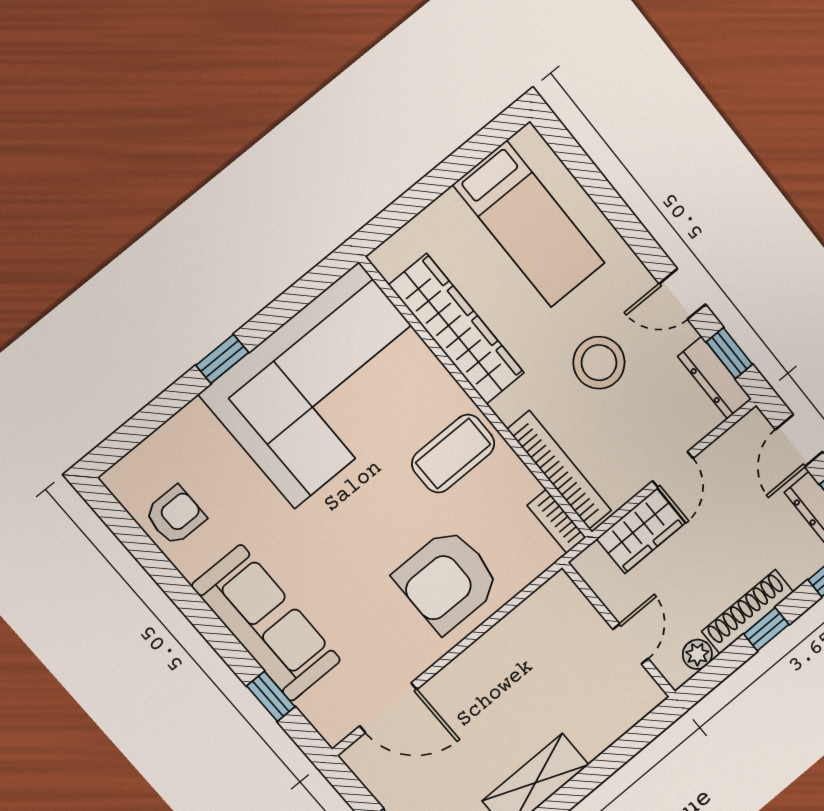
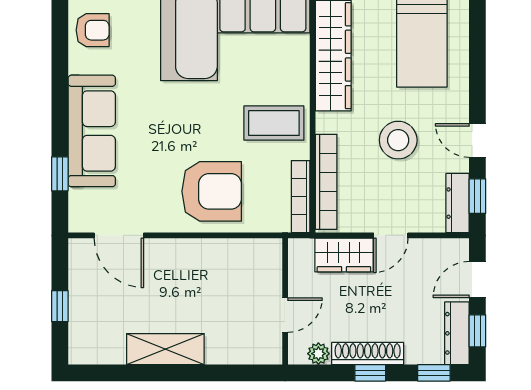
bookcase: (557, 521) -> (301, 197), width x1.56
armchair: (447, 580) -> (212, 191), turned 180

